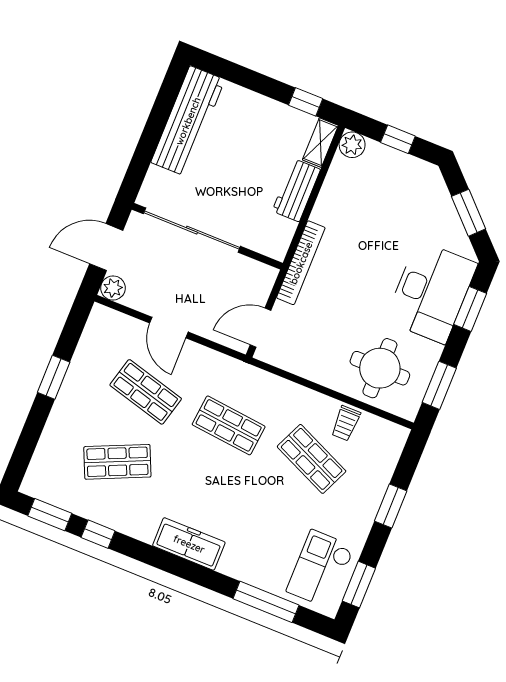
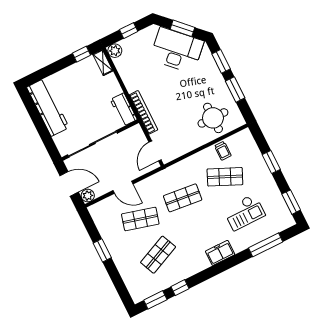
workbench: (296, 190) -> (124, 110), moved
door: (106, 247) -> (69, 184), swing flipped
desk: (431, 292) -> (177, 50), moved, turned -45
window: (439, 385) -> (235, 89), moved
freezer: (189, 544) -> (220, 253), width x0.71
checkout: (320, 569) -> (244, 212), moved, turned -90

